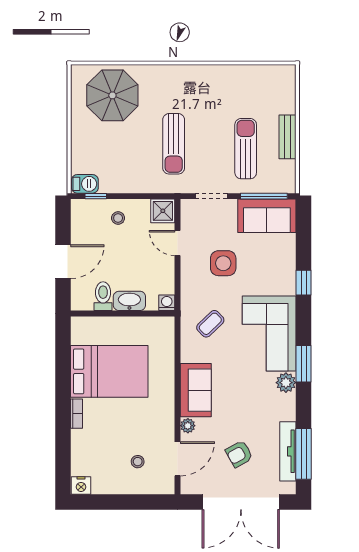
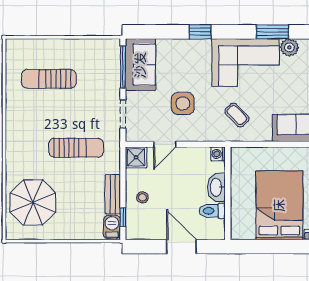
bench: (288, 137) -> (113, 194), moved, turned 90
sun lounger: (246, 149) -> (49, 79), moved

